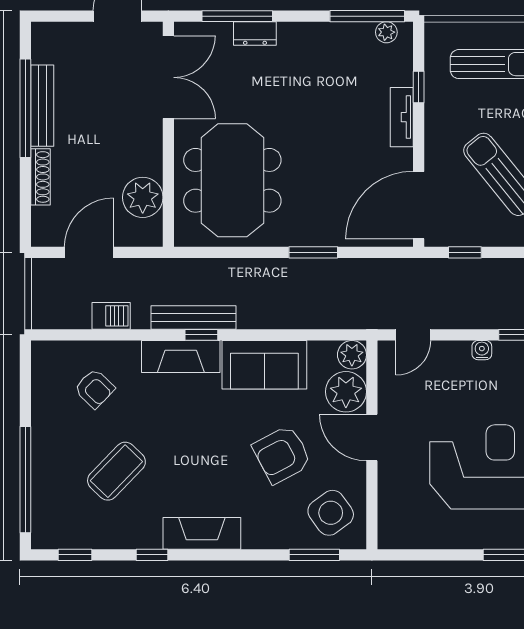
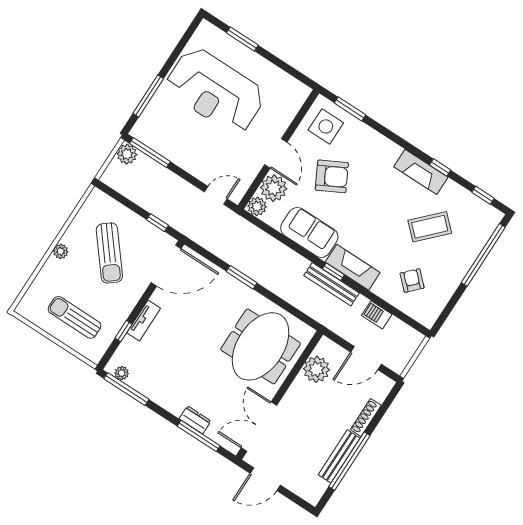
water cooler: (482, 350) -> (183, 162), removed
side table: (331, 513) -> (326, 126), turned 36
fireplace: (202, 533) -> (421, 172), moved

